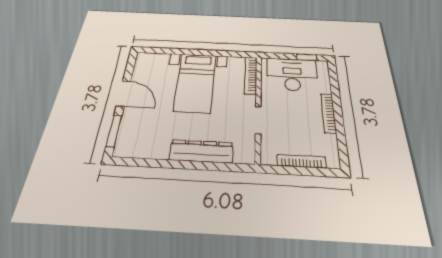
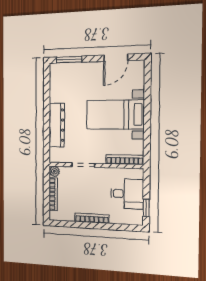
desk: (292, 74) -> (127, 194), width x0.73
door: (123, 94) -> (116, 58), moved
plant: (268, 158) -> (54, 171), added

